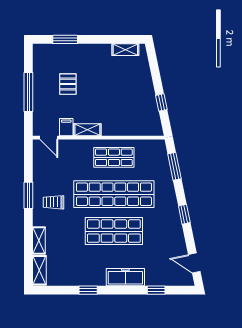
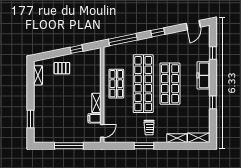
pallet: (68, 84) -> (62, 68), moved
window: (174, 166) -> (123, 40), width x1.44

